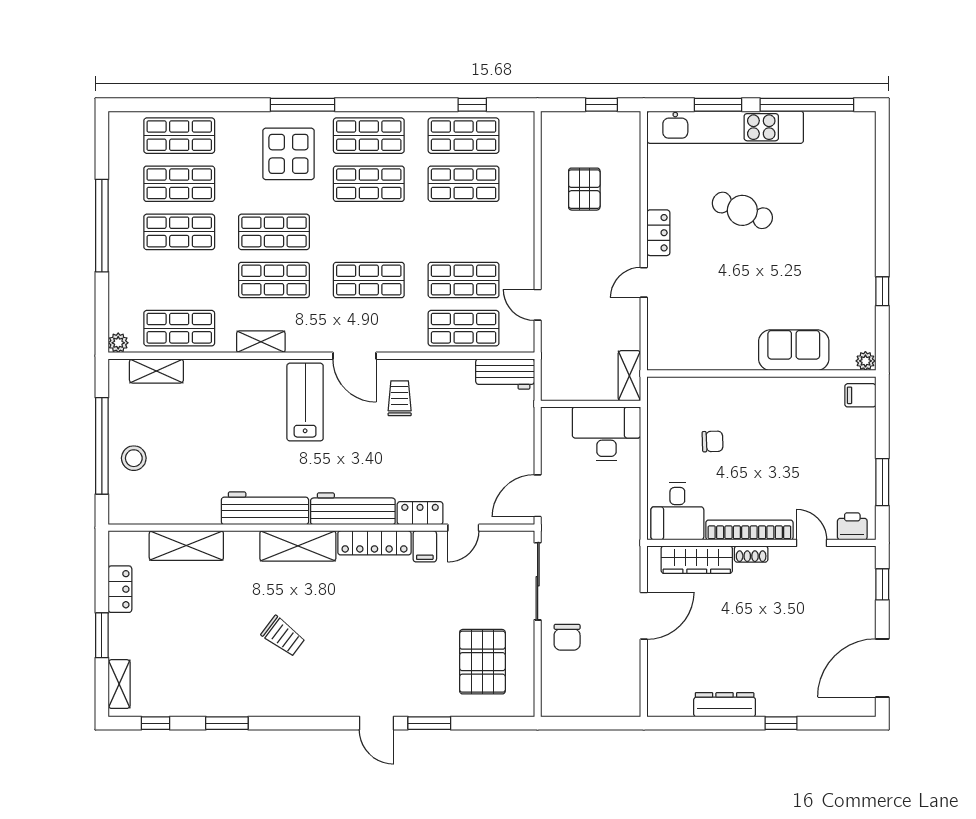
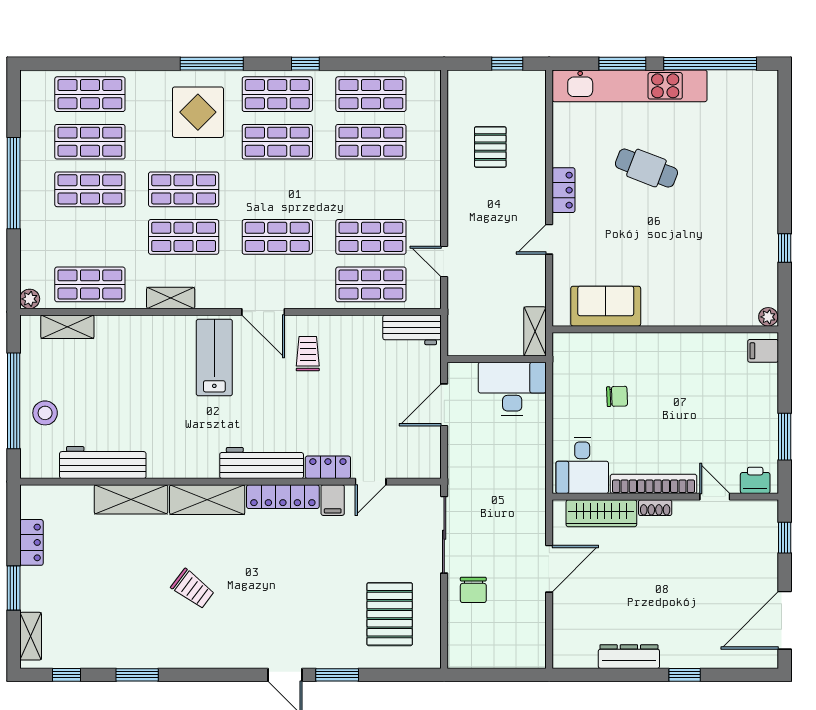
window: (472, 105) -> (305, 64), moved
sofa: (794, 350) -> (606, 306), moved
door: (538, 496) -> (444, 405), moved
workbench: (265, 508) -> (103, 462), moved
shelving: (186, 546) -> (131, 499), moved

